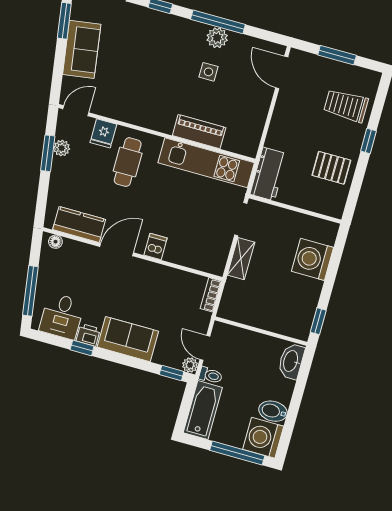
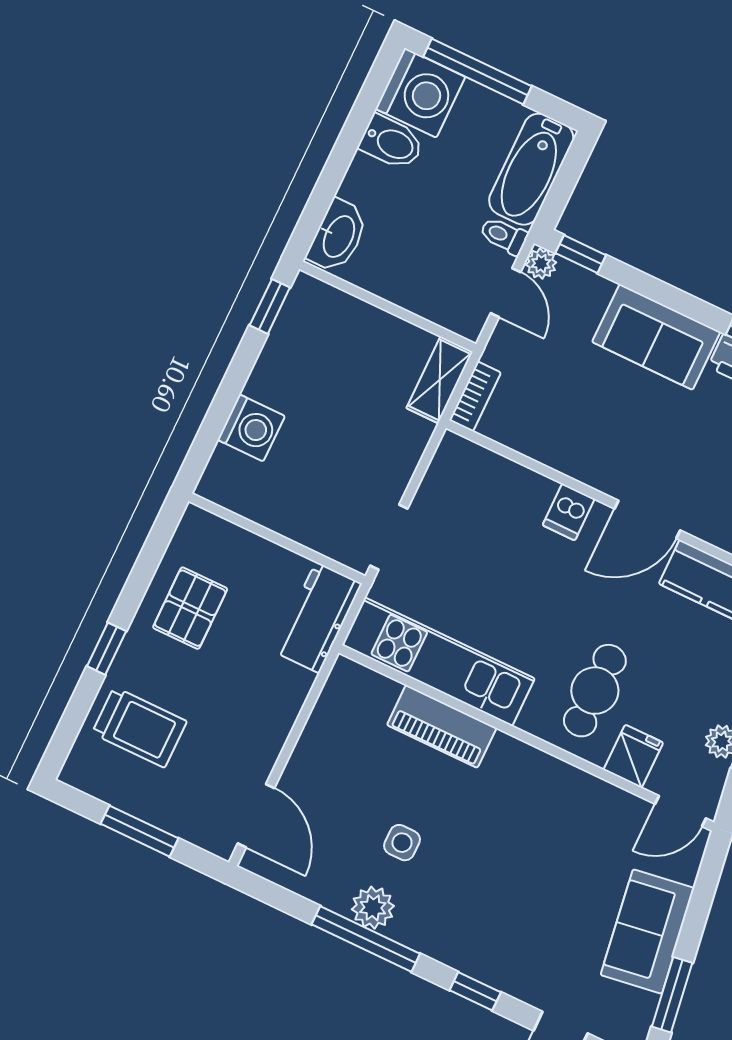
pallet: (331, 168) -> (190, 608), turned 90
shelving: (241, 259) -> (440, 380), moved
washing machine: (312, 259) -> (251, 428), width x0.73, depth x0.73

